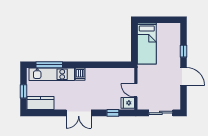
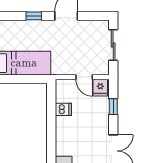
dishwasher: (80, 74) -> (63, 109), moved
door: (136, 90) -> (84, 77), hinge flipped

